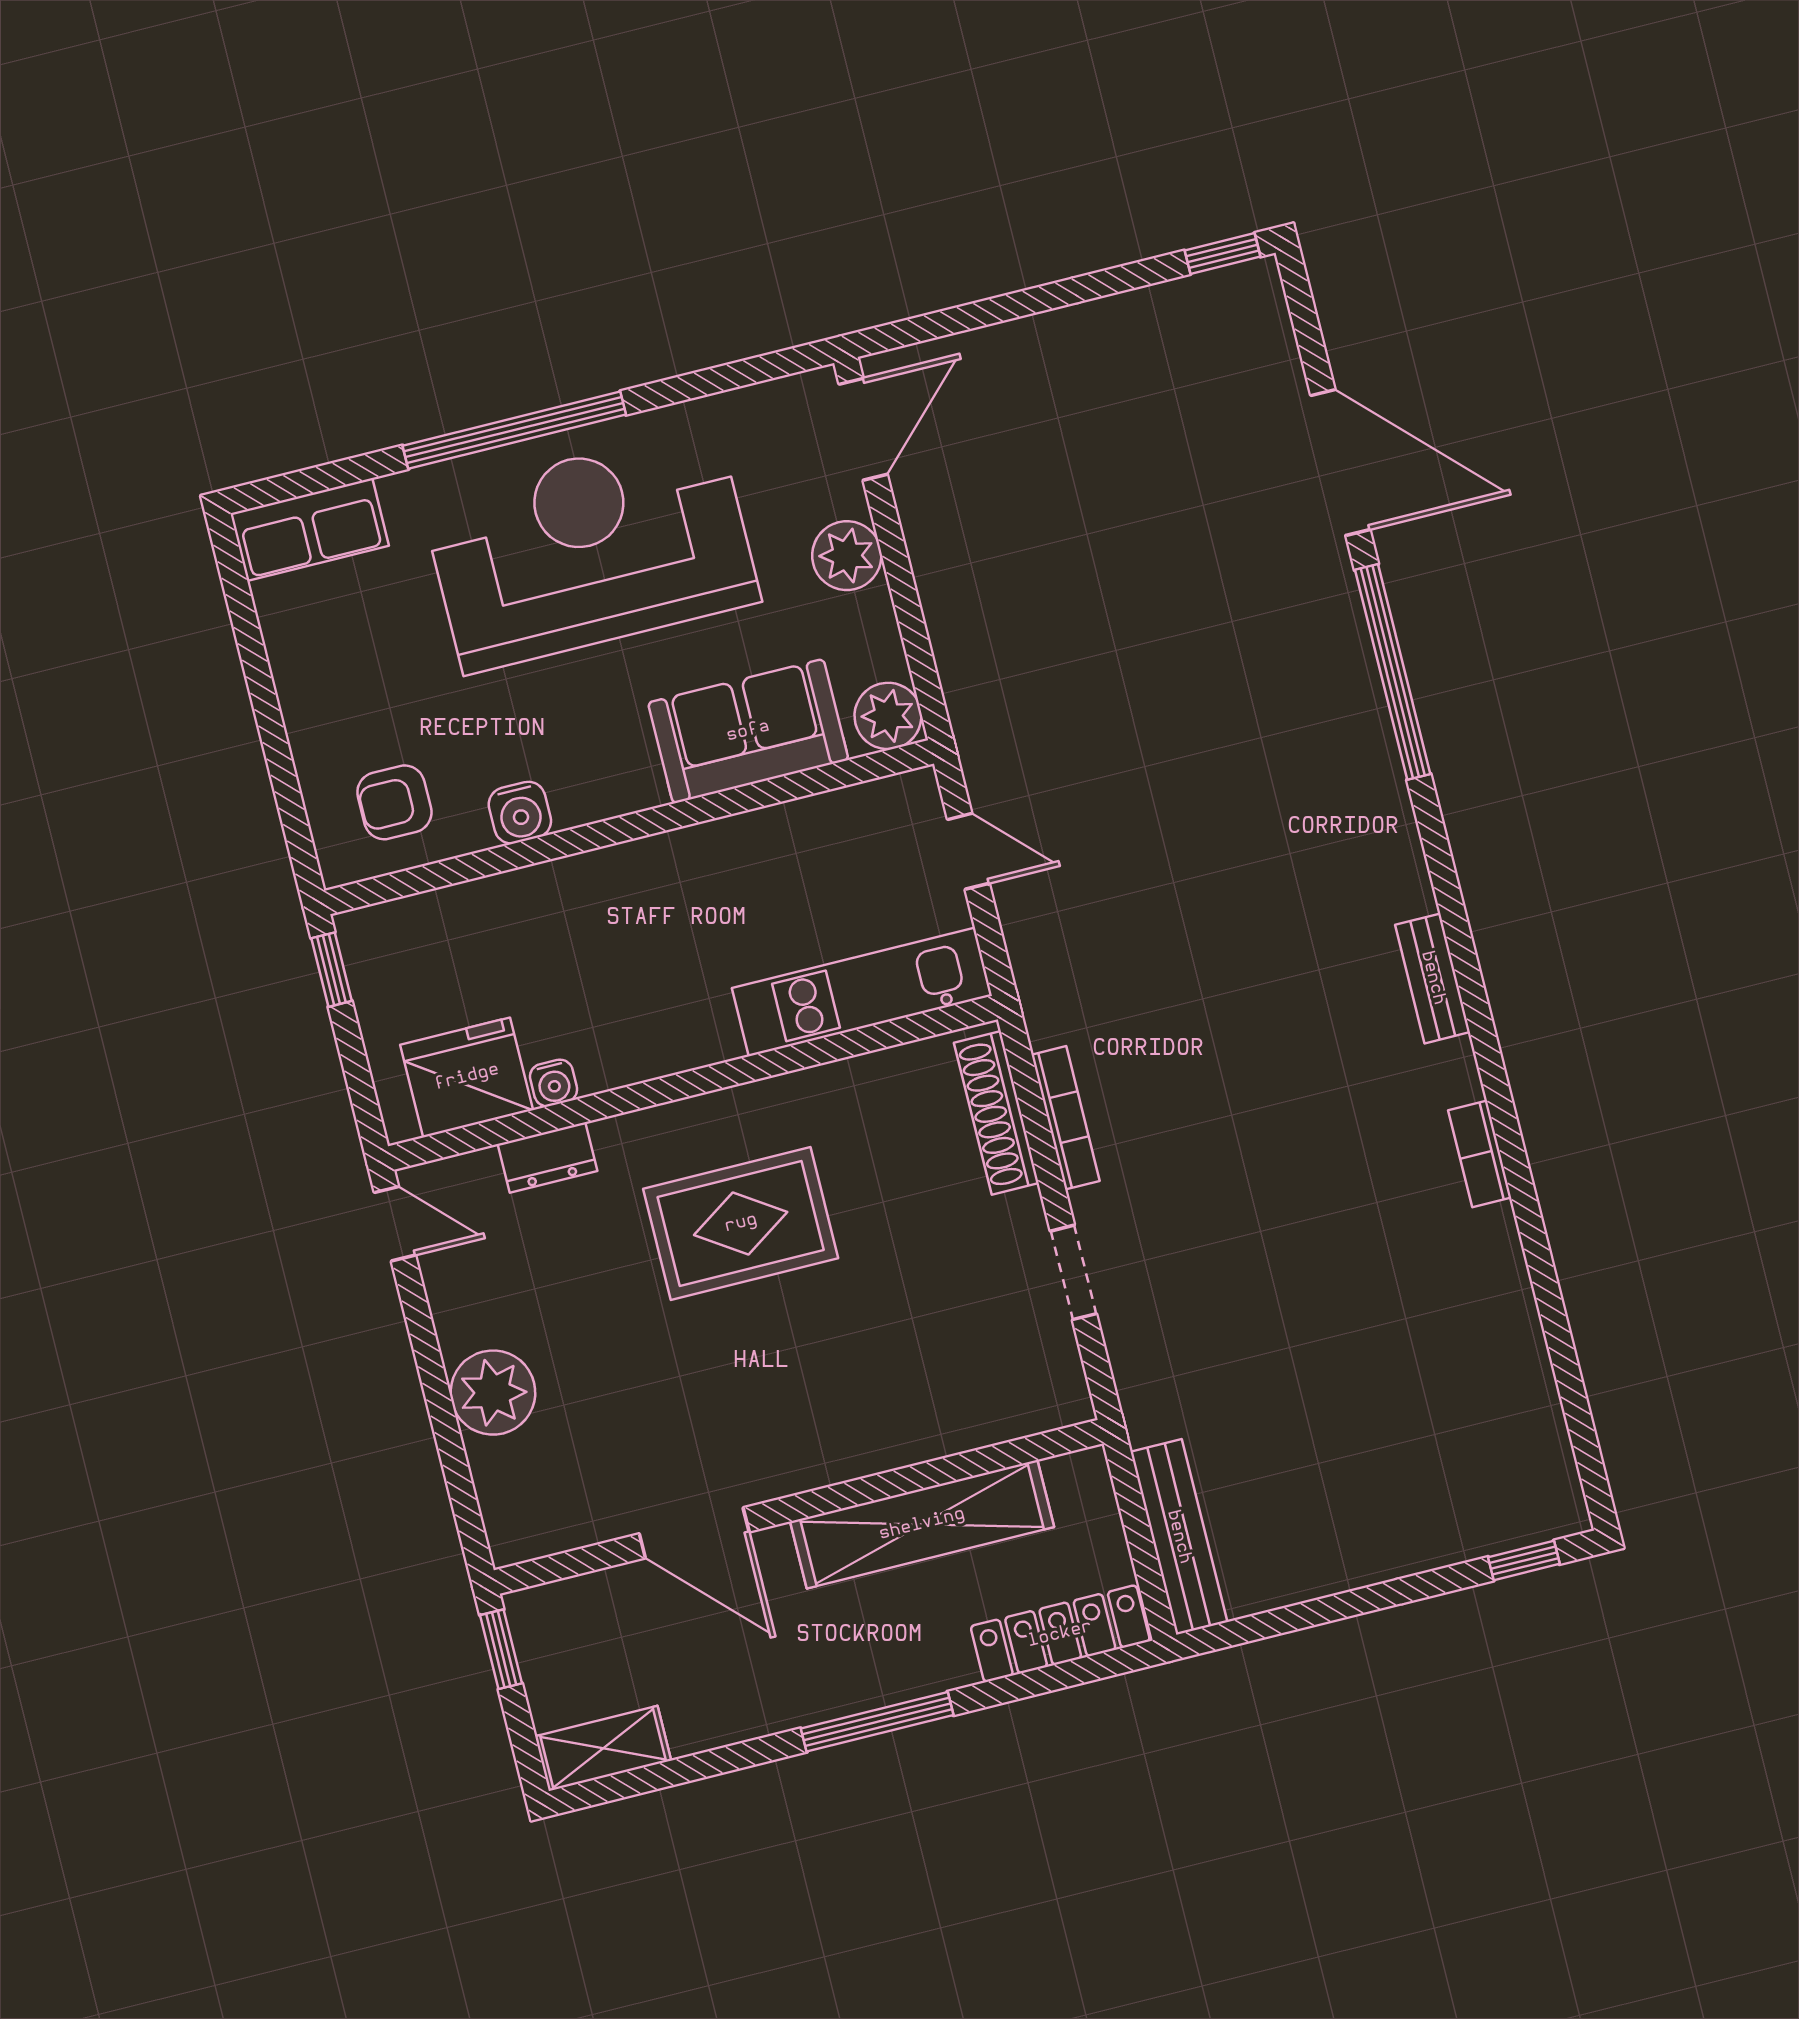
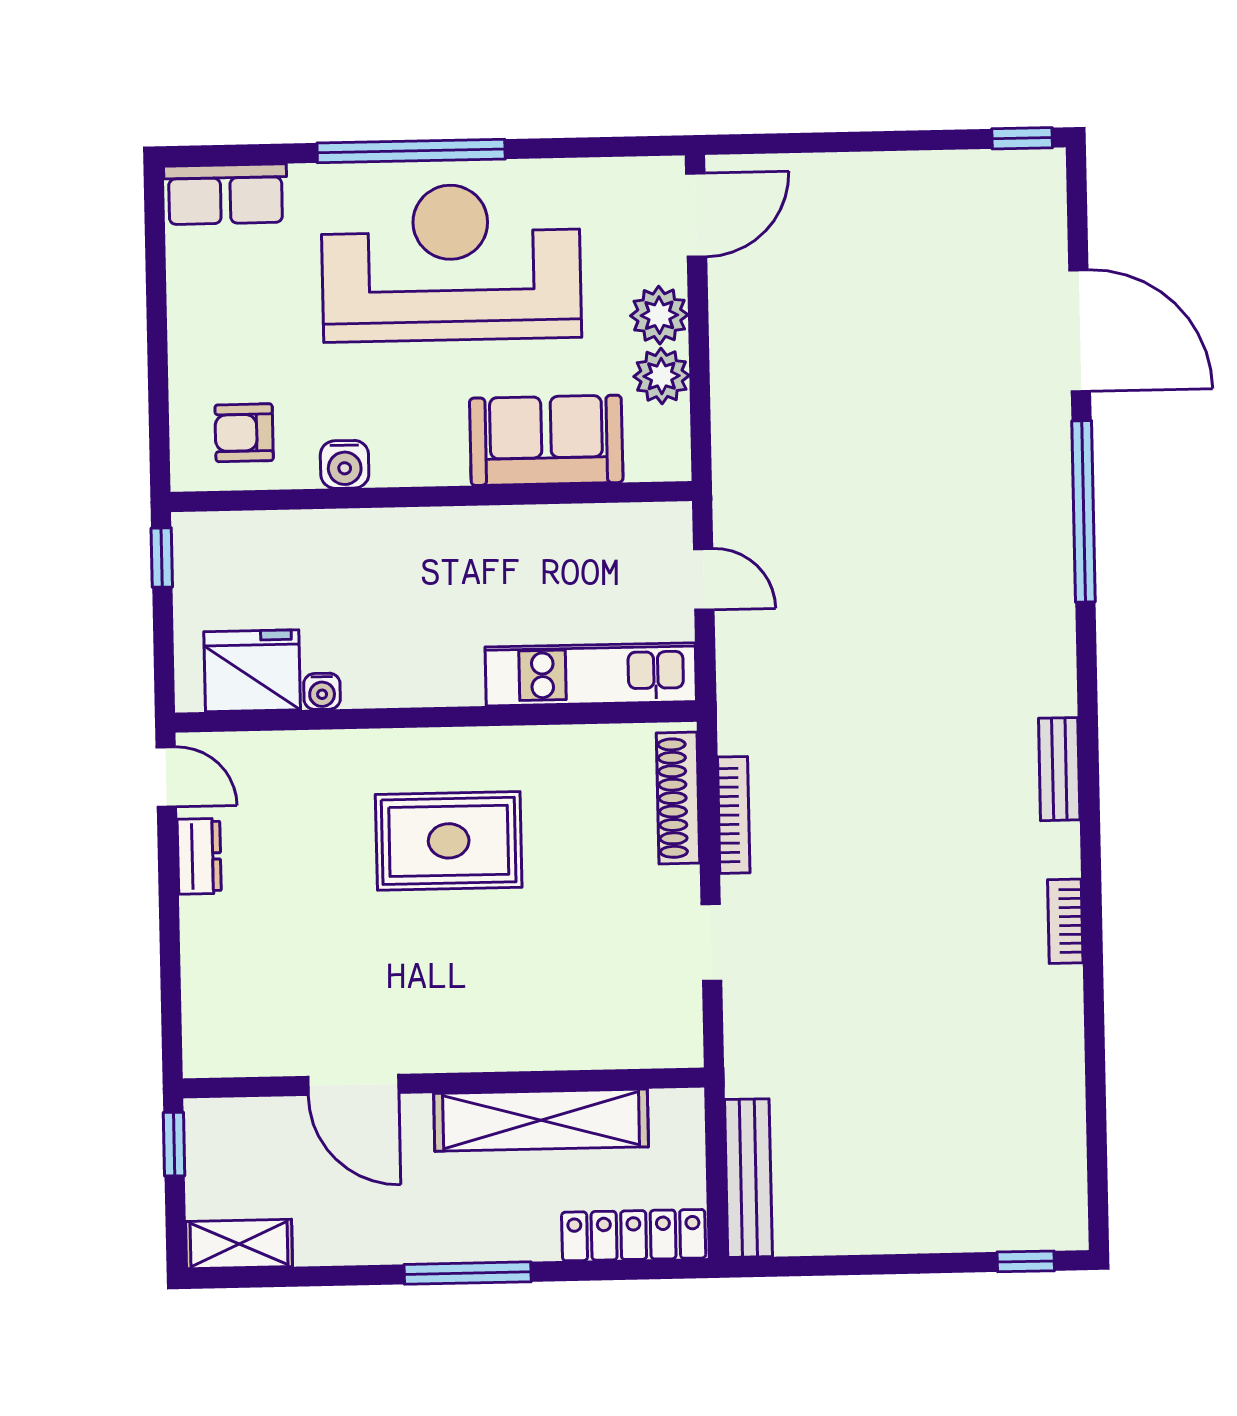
plant: (888, 716) -> (662, 376), moved
dresser: (547, 1157) -> (199, 856), moved, turned -90
plant: (493, 1393) -> (215, 933), removed

